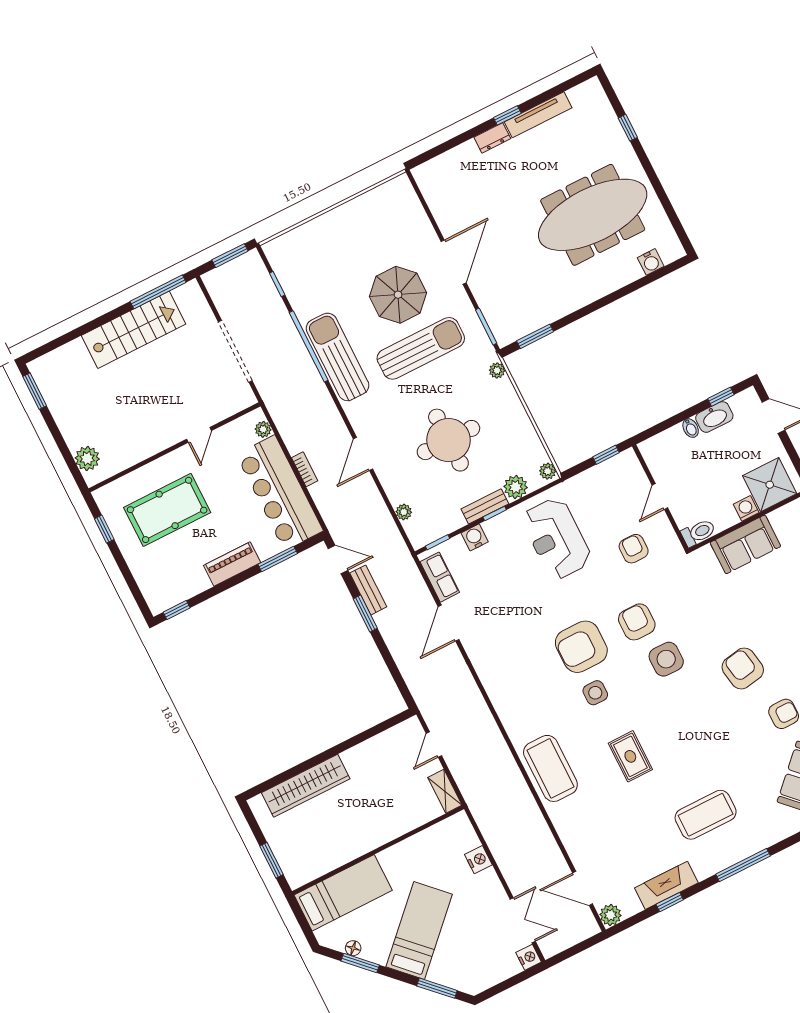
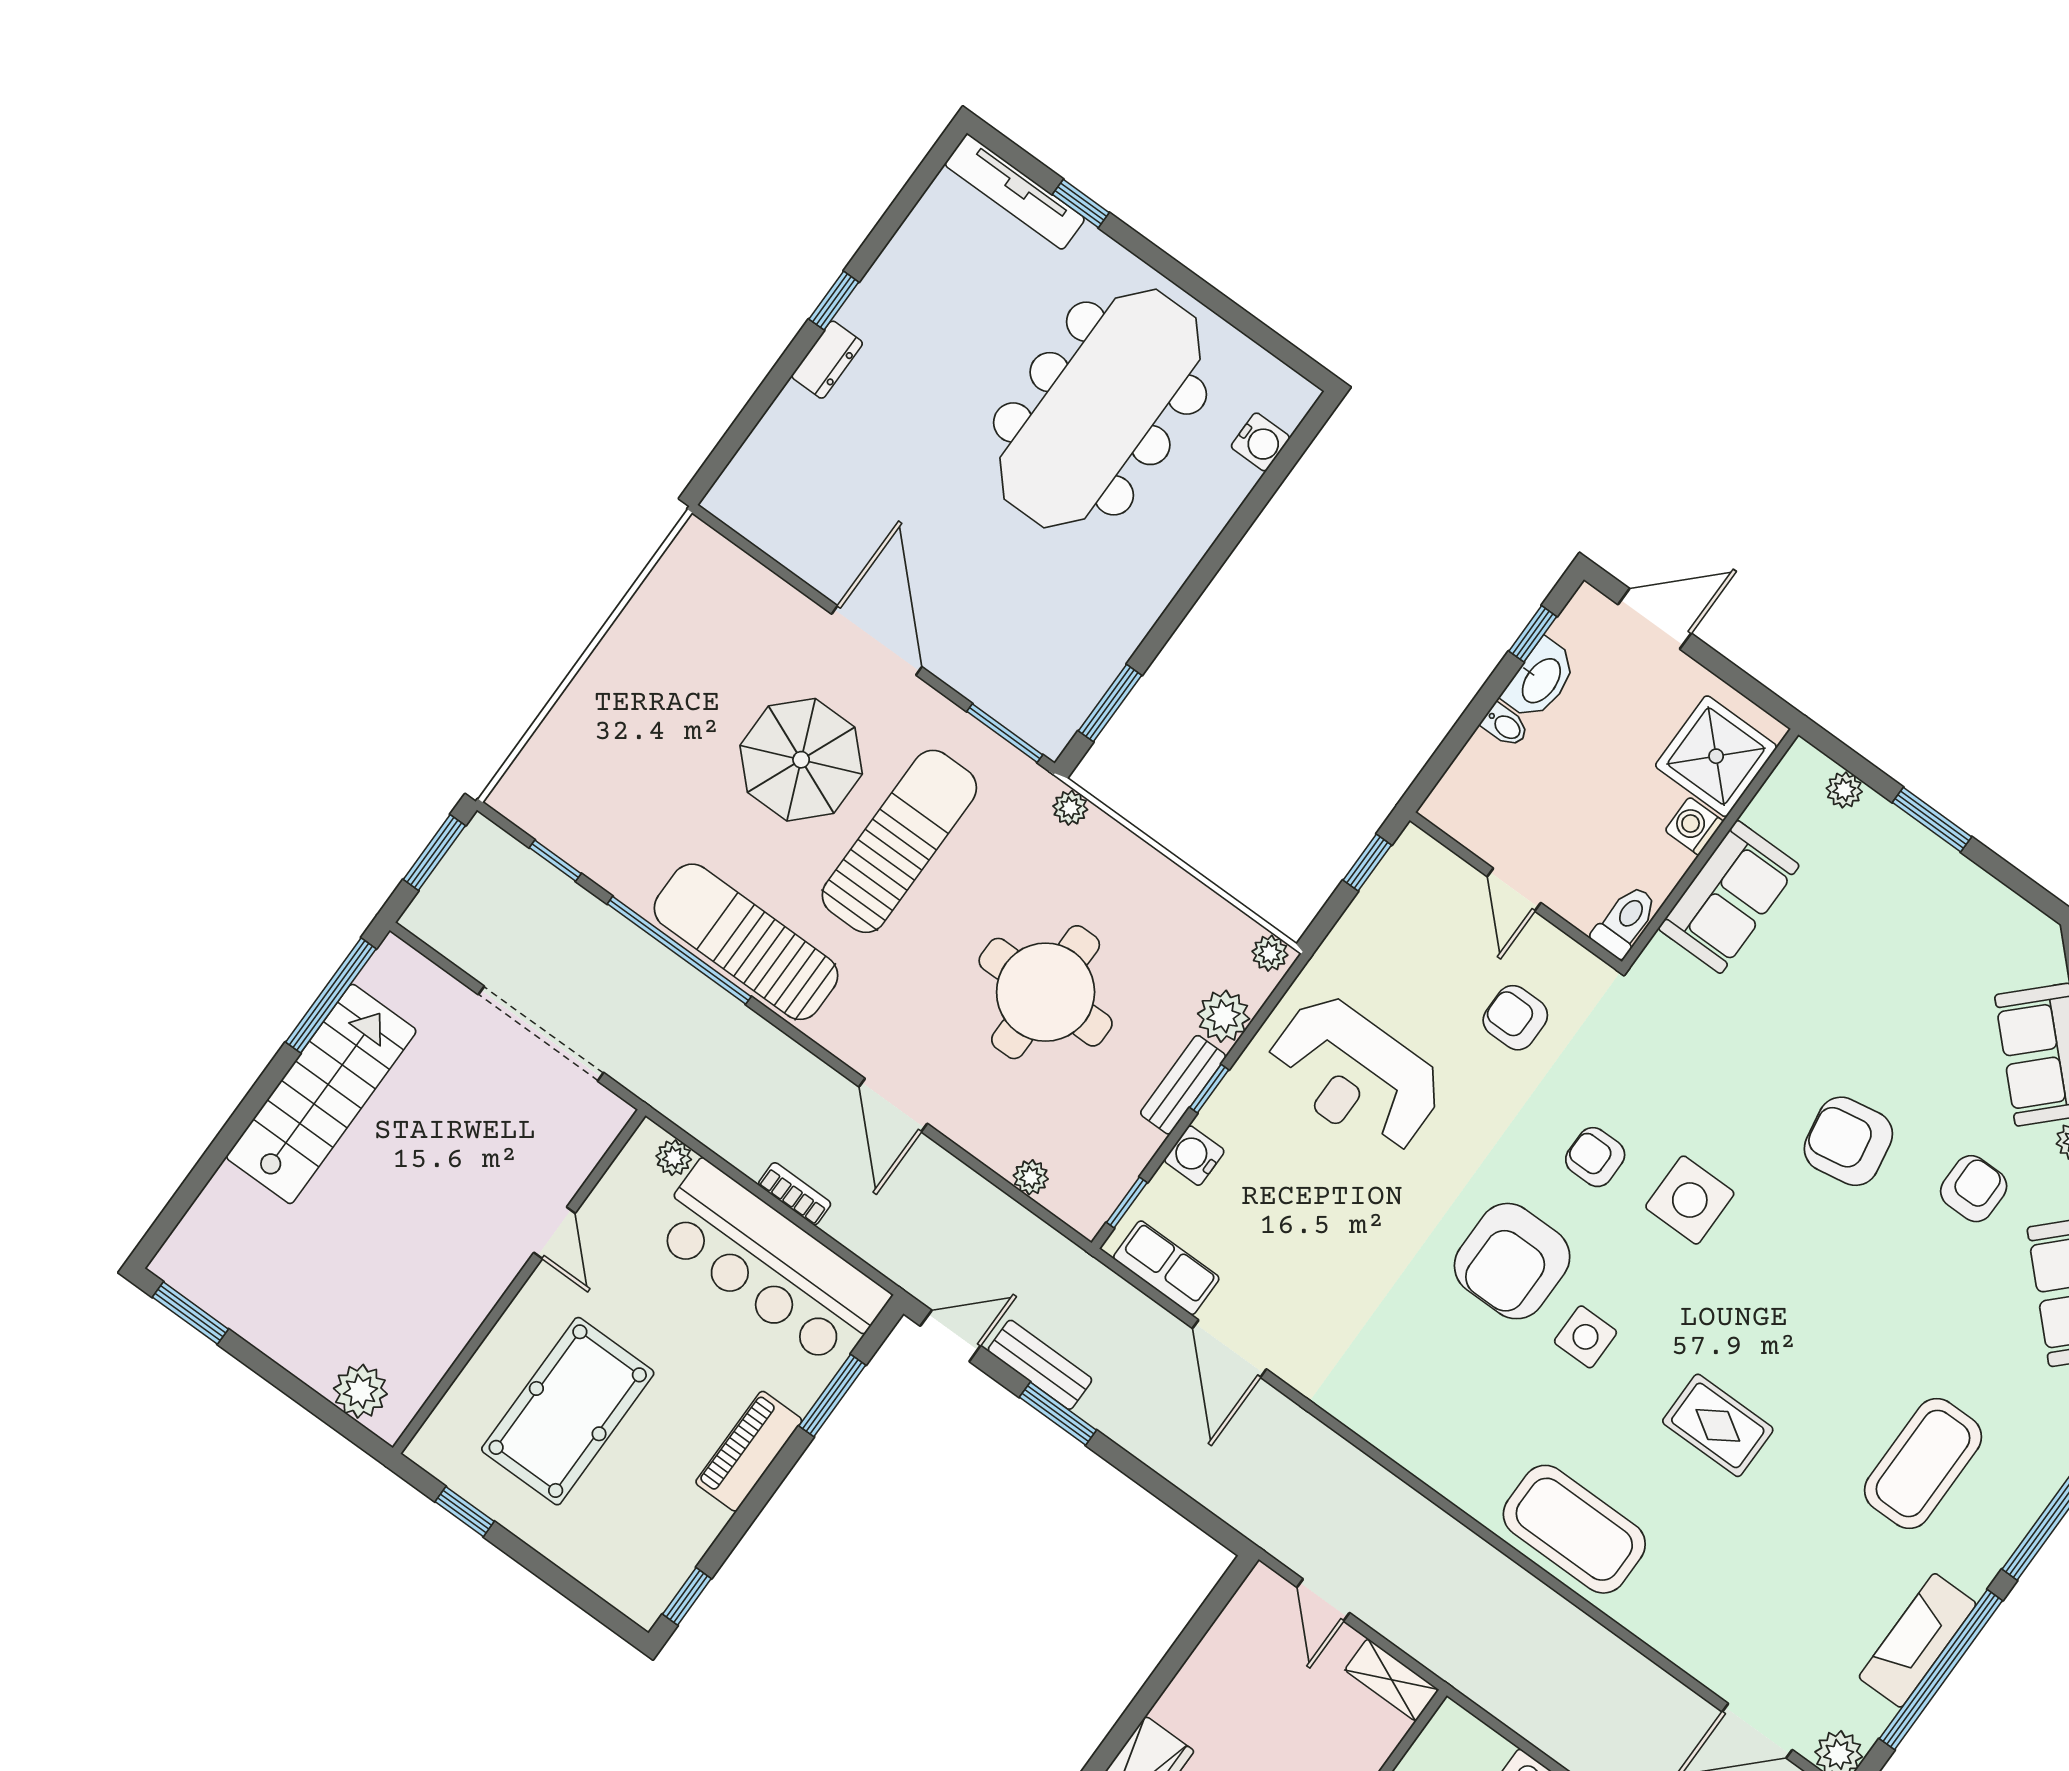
tv unit: (538, 115) -> (1015, 192), moved, turned 90
armchair: (637, 622) -> (1595, 1157), width x0.72, depth x0.72
window: (670, 902) -> (1941, 1670), width x3.17

